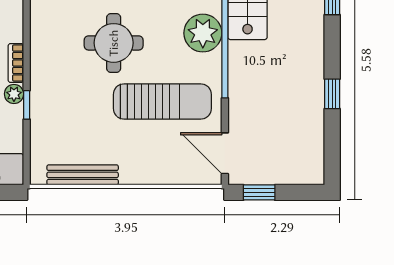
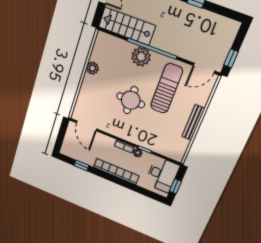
bench: (83, 175) -> (193, 123), moved

